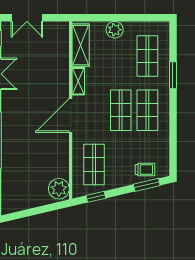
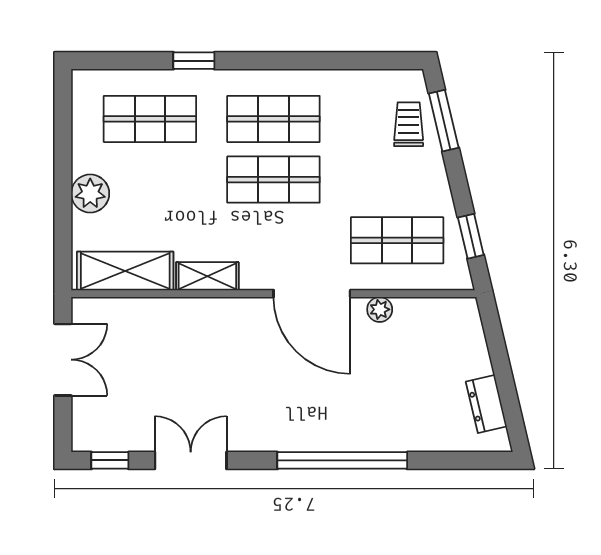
double door: (27, 18) -> (63, 360), moved
window: (173, 75) -> (194, 61), width x0.67
door: (71, 115) -> (312, 294), moved
plant: (59, 189) -> (380, 309), moved, width x0.53, depth x0.53
dresser: (22, 204) -> (486, 404), added

